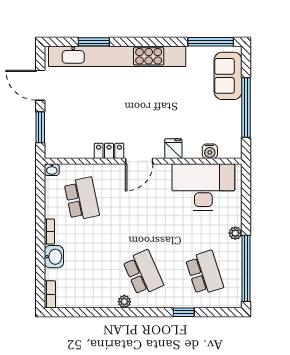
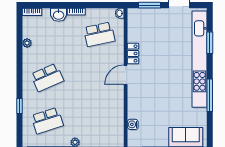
window: (211, 42) -> (210, 95), moved
fridge: (173, 149) -> (135, 99), removed
door: (139, 161) -> (126, 75), hinge flipped
desk: (203, 187) -> (108, 120), removed
plant: (124, 302) -> (27, 43), moved

